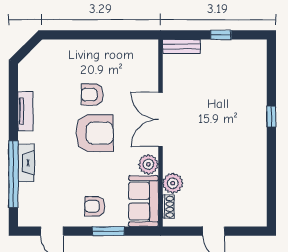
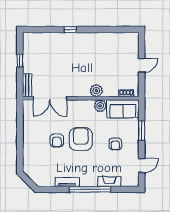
double door: (160, 119) -> (50, 98), moved
fireplace: (26, 163) -> (109, 182), moved
window: (13, 174) -> (90, 189), moved
plant: (173, 183) -> (96, 91), moved
armchair: (95, 206) -> (115, 144), moved

